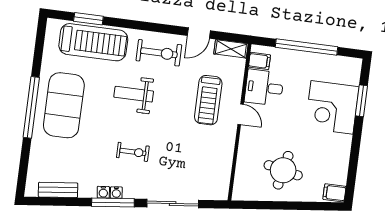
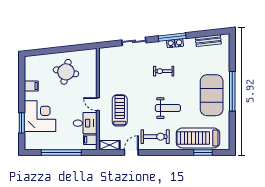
exercise bike: (159, 53) -> (155, 137), turned 180
filing cabinet: (334, 193) -> (31, 86), moved
sliding door: (173, 204) -> (134, 41), width x0.73

